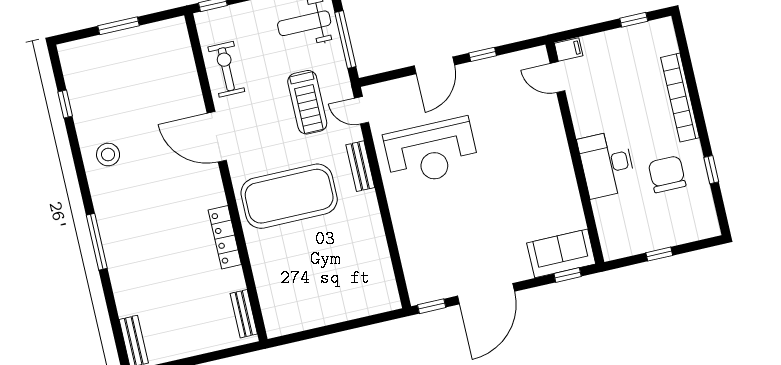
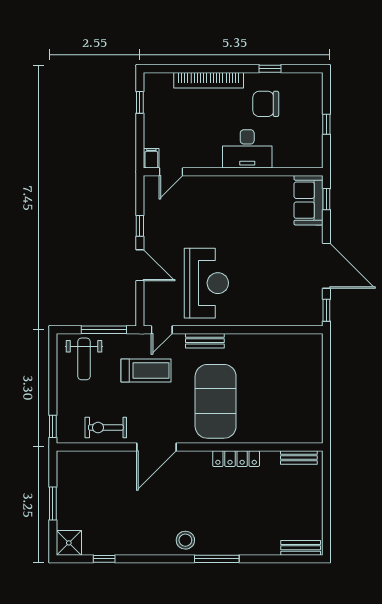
shower: (75, 56) -> (69, 543), added
stool: (108, 155) -> (185, 540), moved

